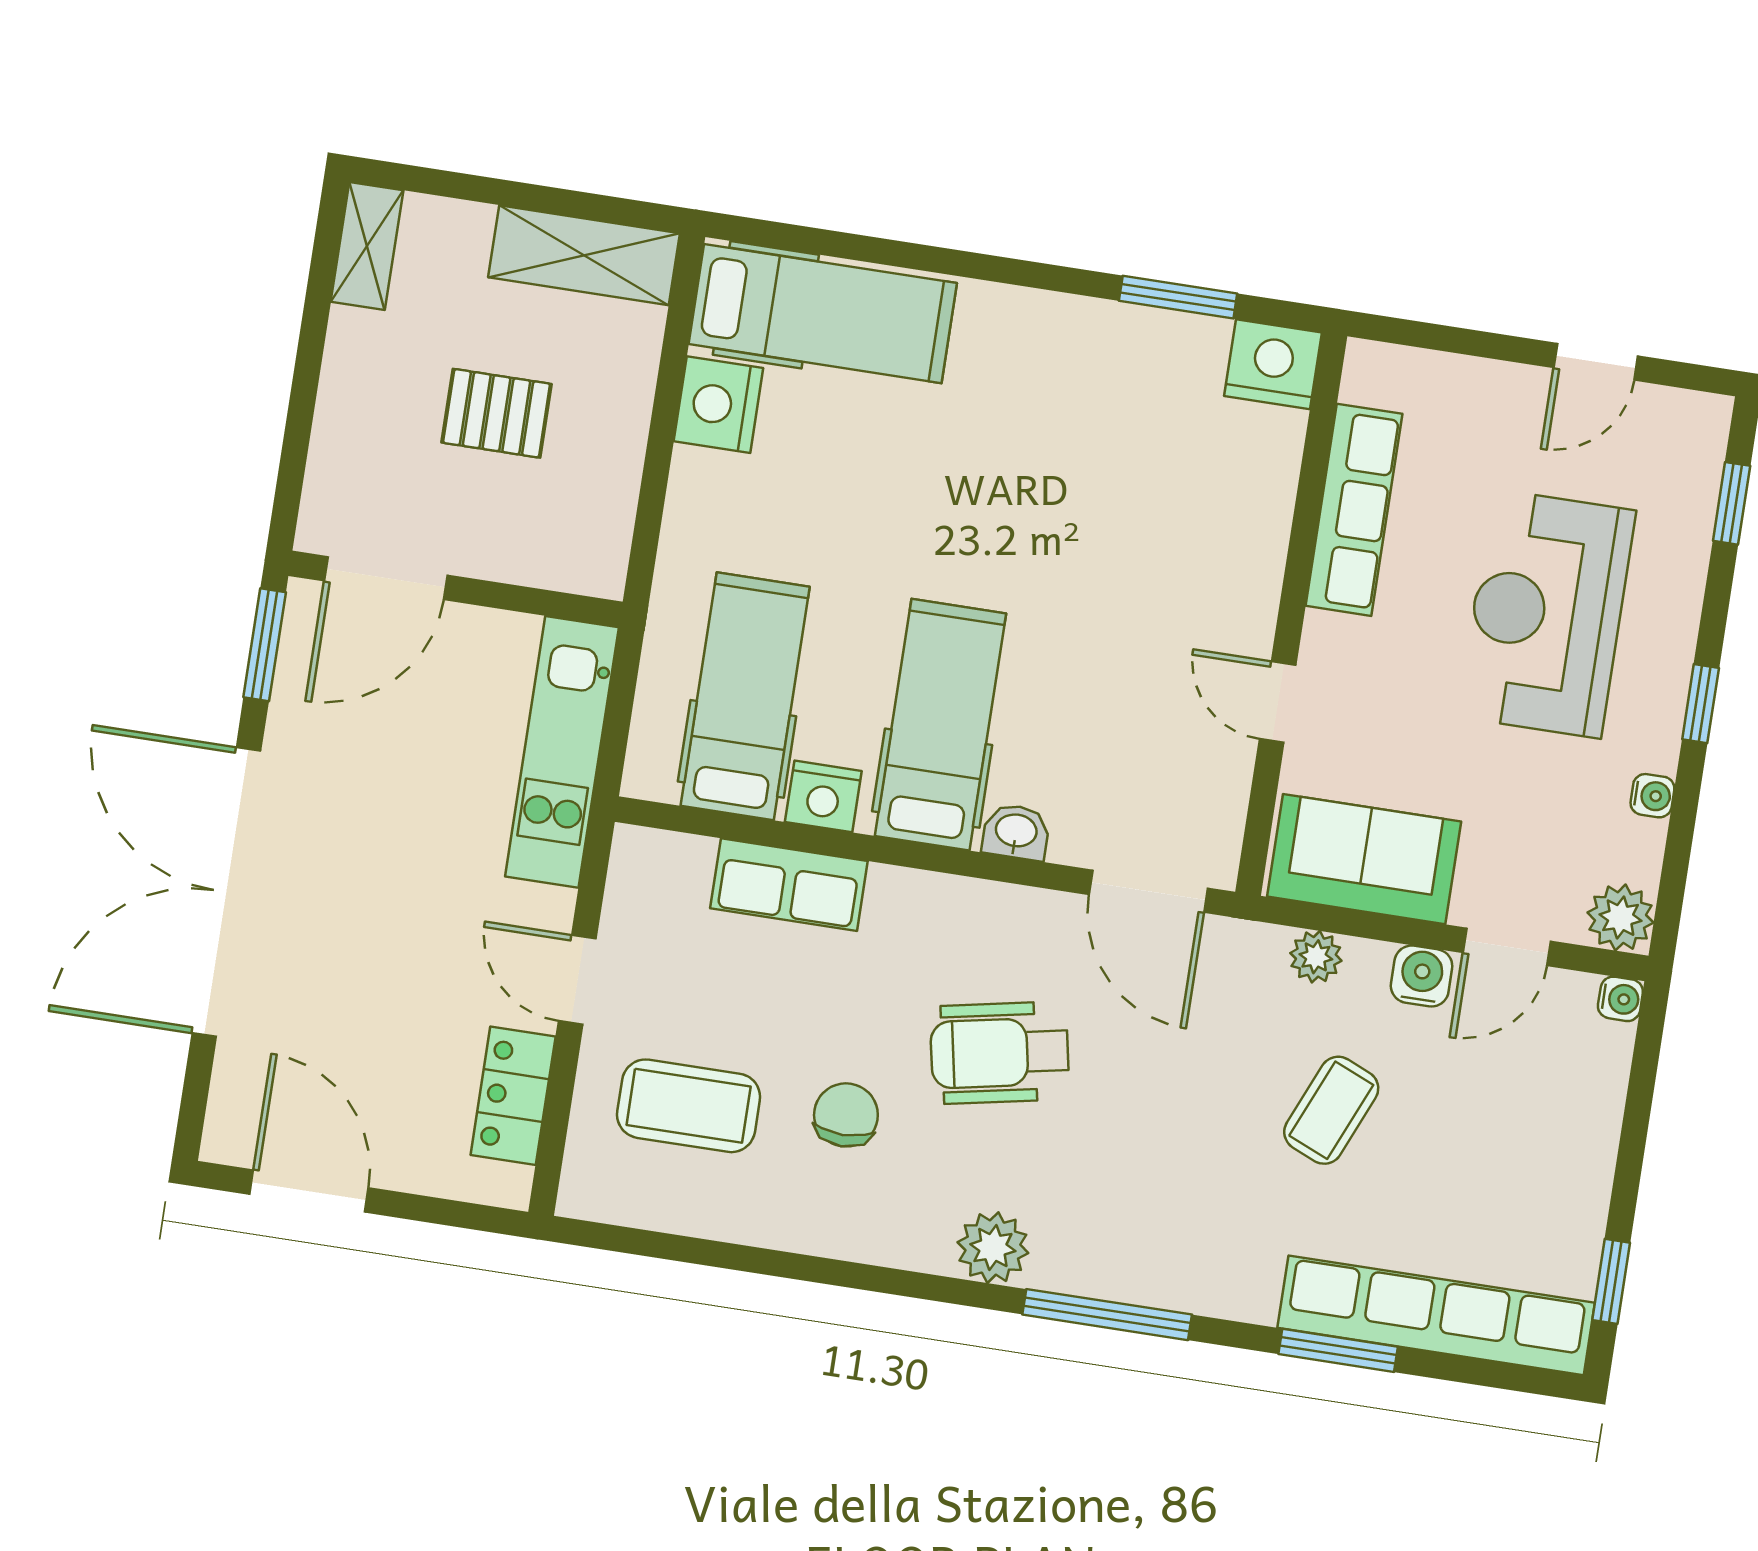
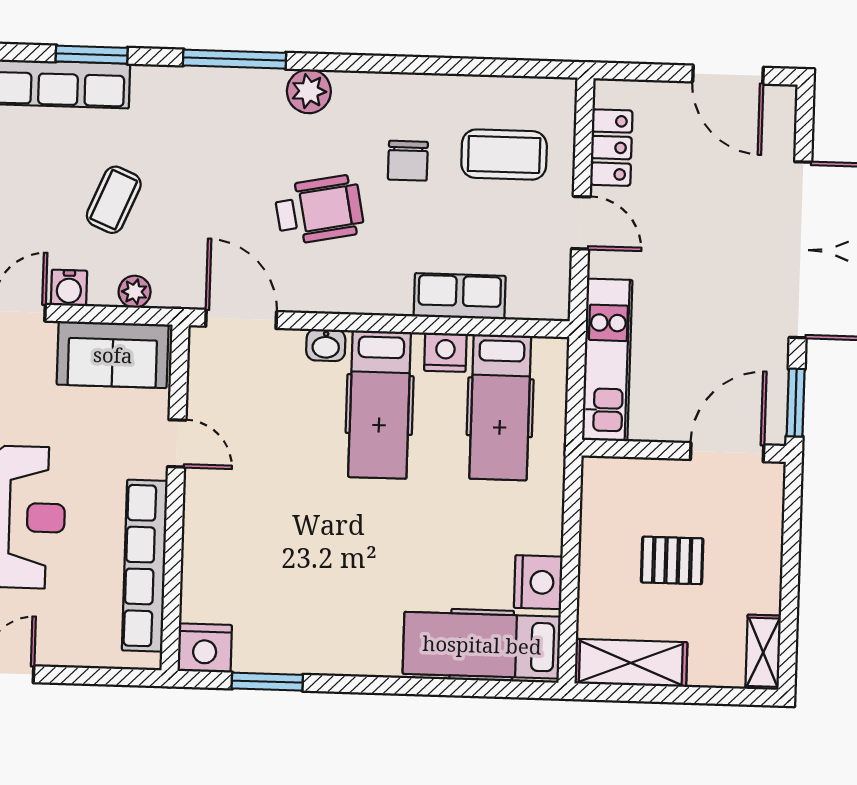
row of seats: (1354, 510) -> (145, 566), width x1.36

